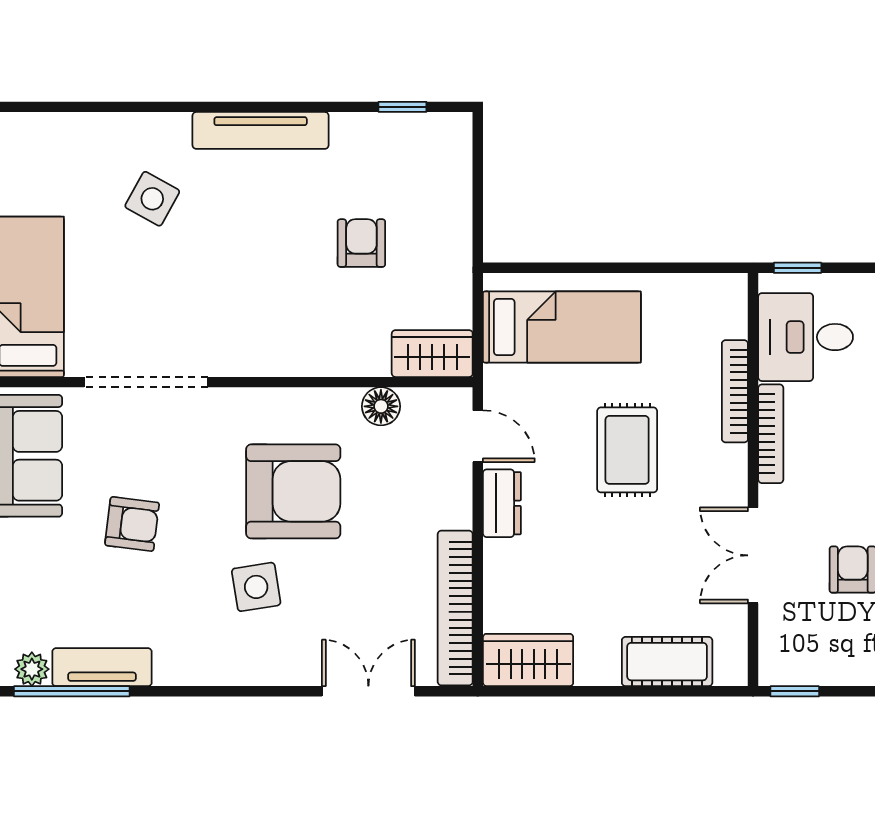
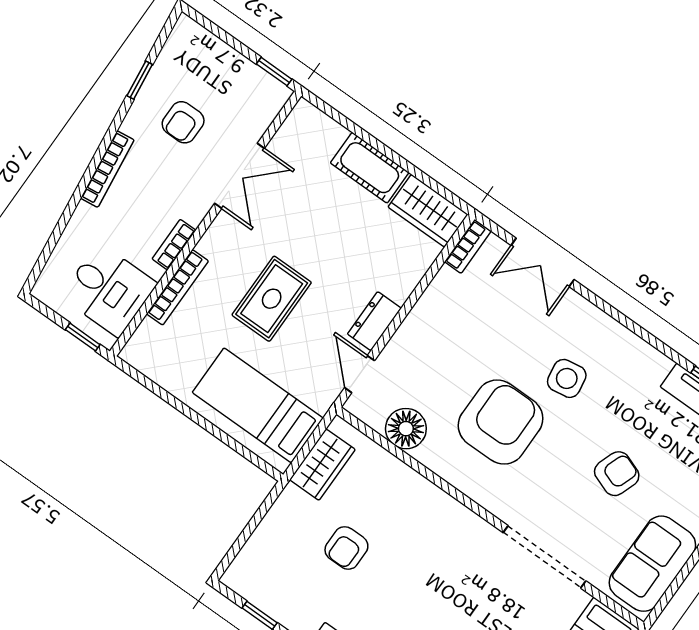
wardrobe: (432, 354) -> (322, 465), moved, turned -90
floor lamp: (381, 406) -> (406, 429), width x1.38, depth x1.38
bookcase: (771, 434) -> (174, 245), width x0.64
armchair: (293, 491) -> (501, 422), turned 90
armchair: (132, 524) -> (617, 474), turned 103
bookcase: (455, 608) -> (468, 247), width x0.43, depth x0.76
cot: (667, 662) -> (370, 168), moved

